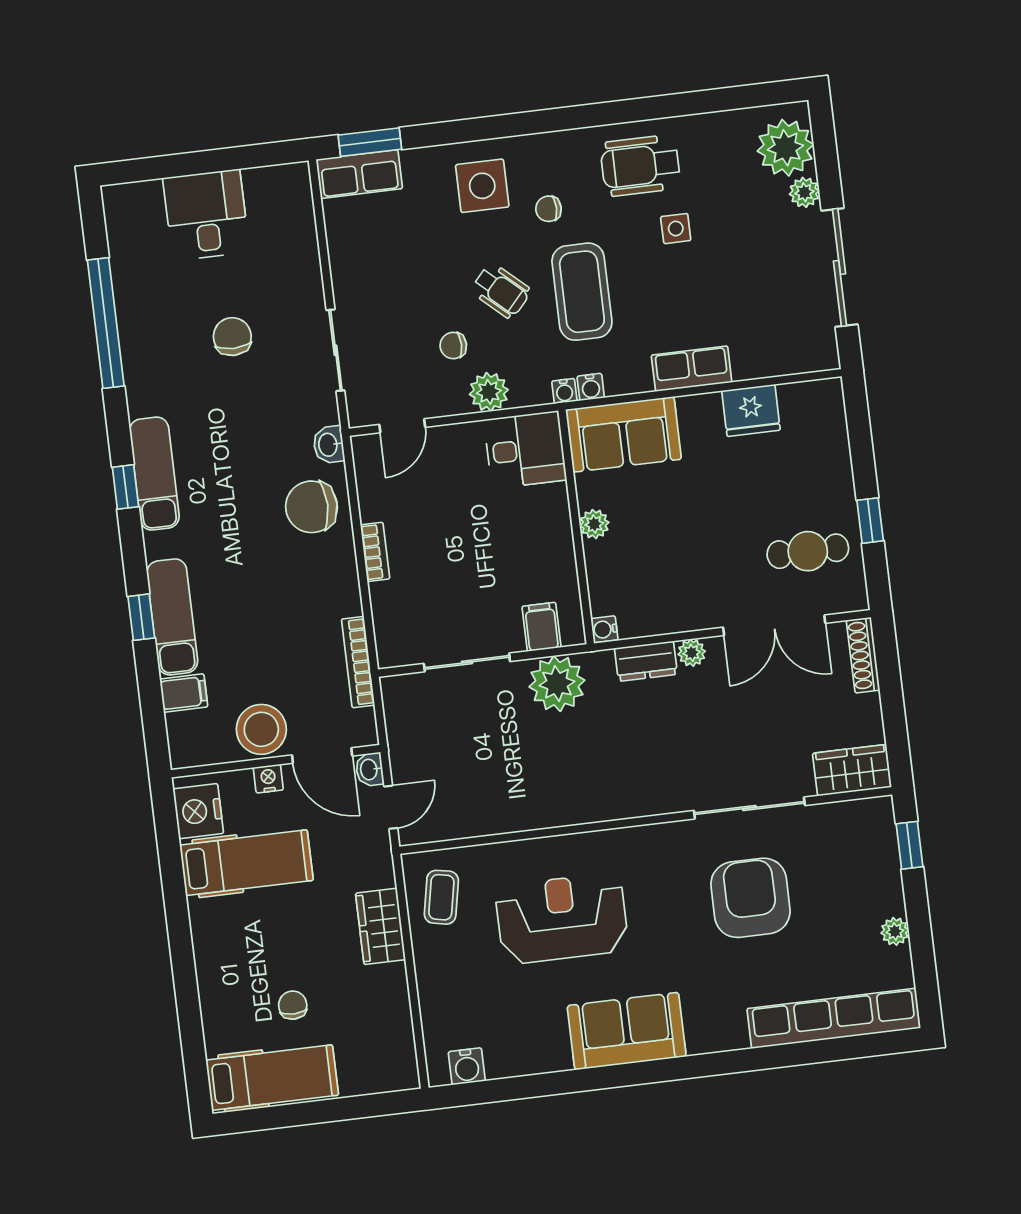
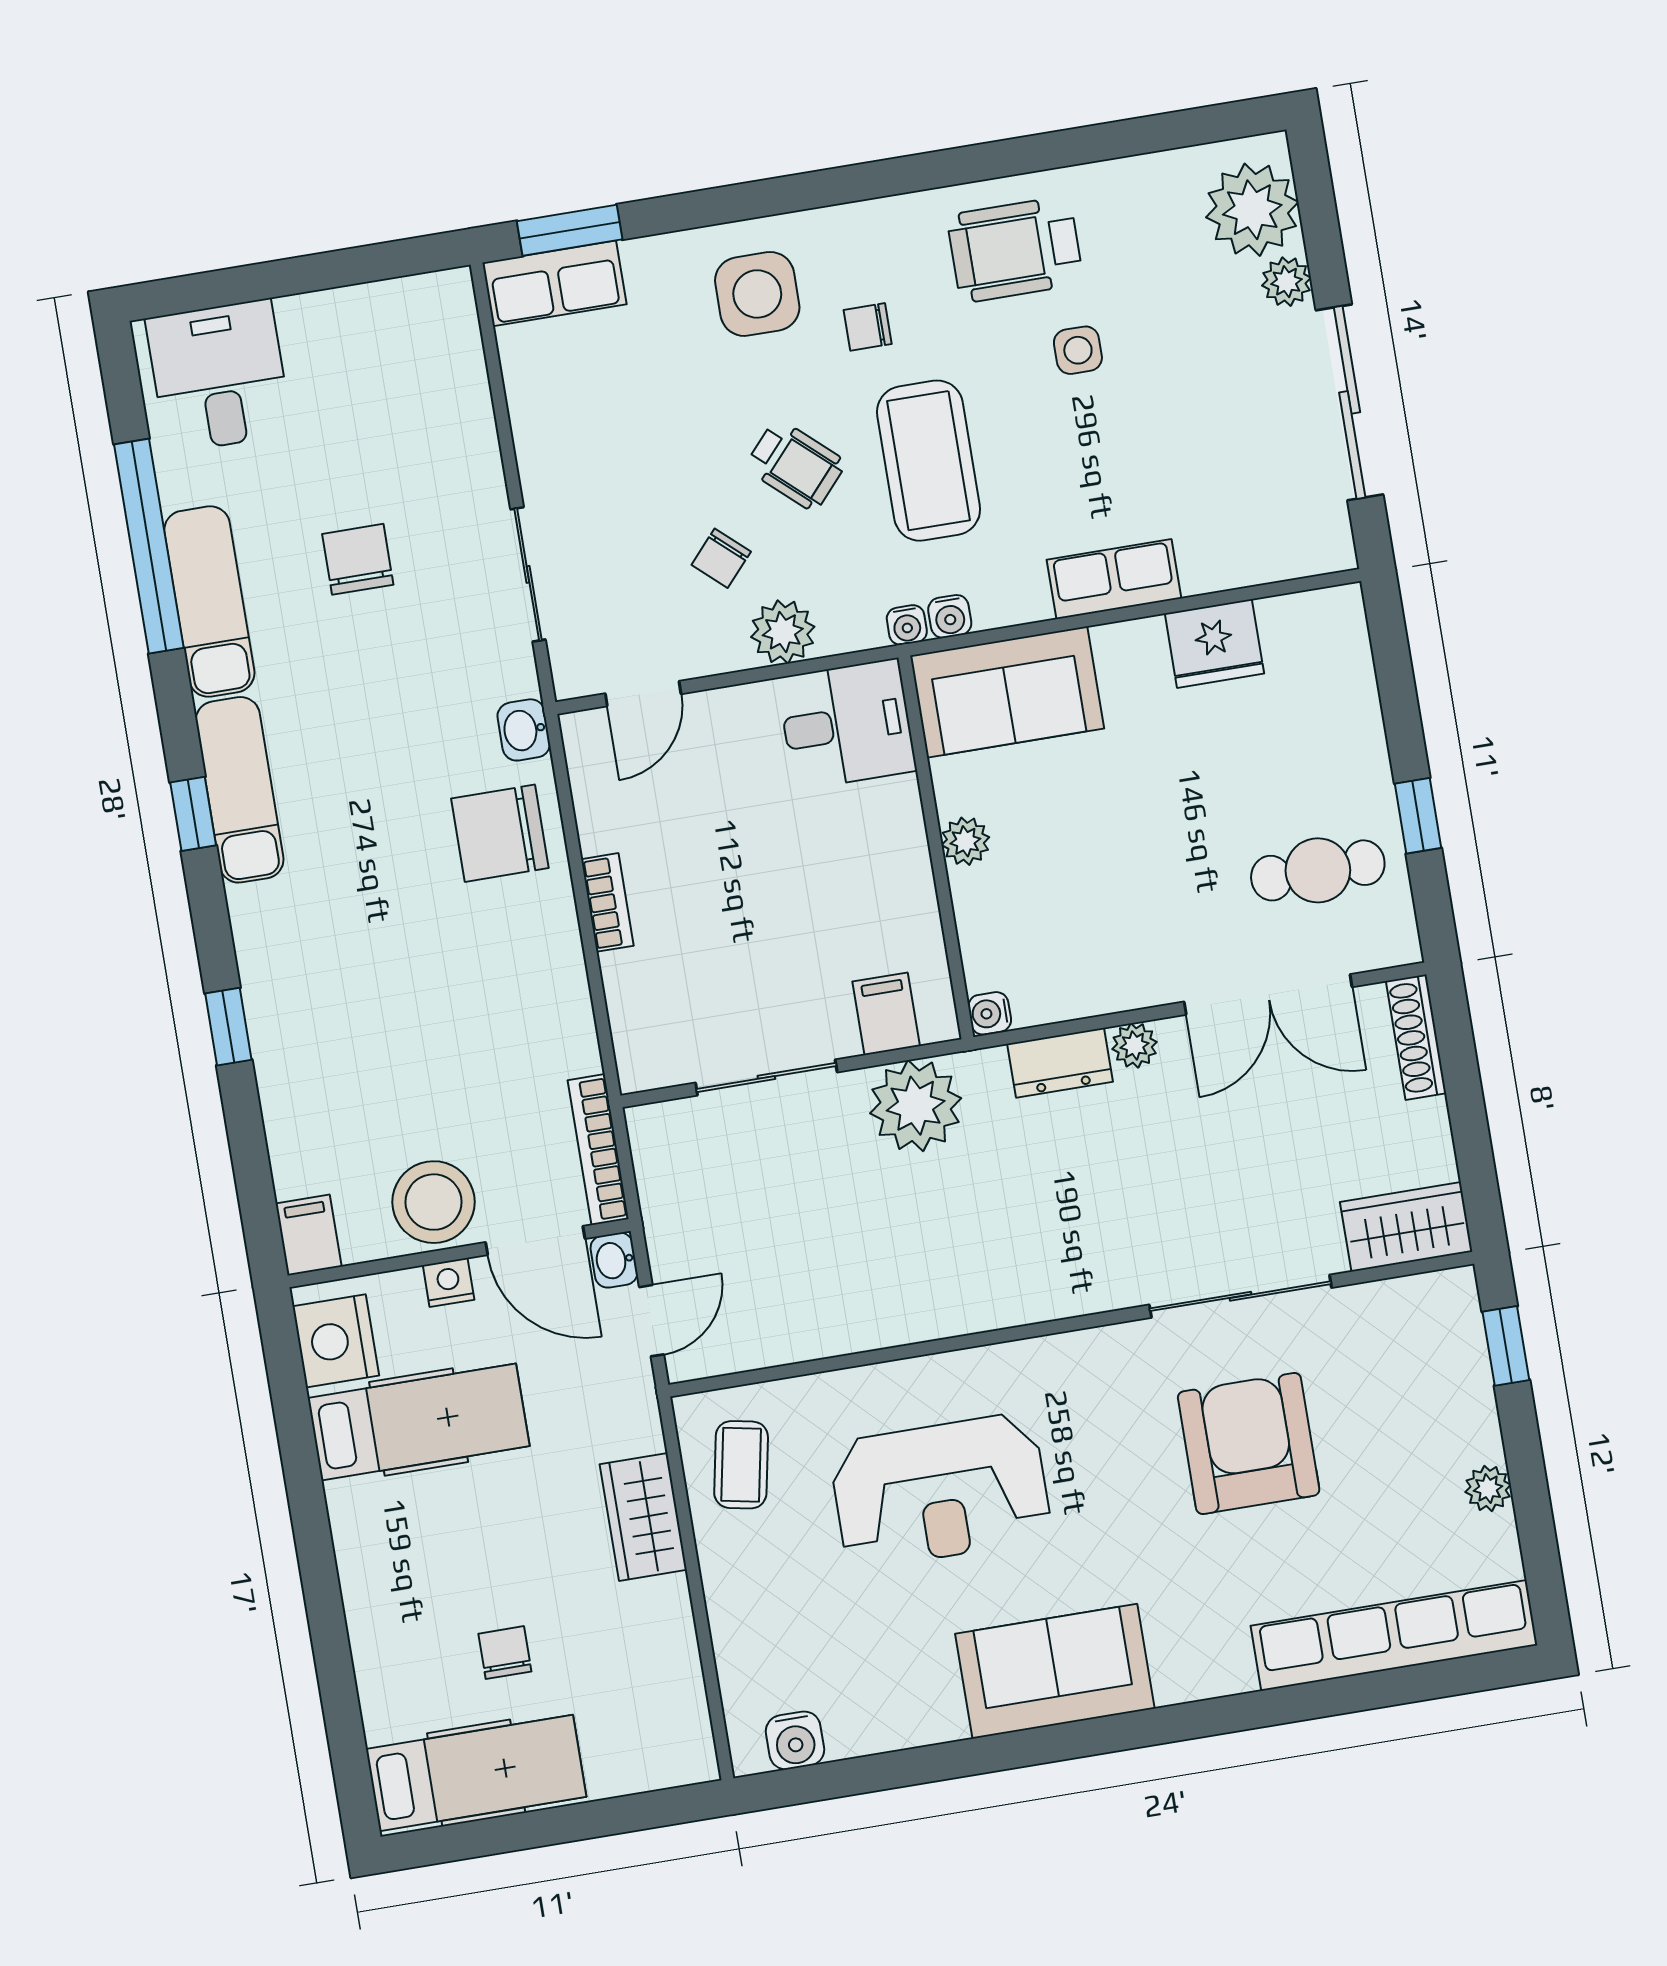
desk: (206, 215) -> (219, 376), moved
chair: (453, 346) -> (721, 558), turned -48
exam couch: (172, 617) -> (209, 602), moved
bookcase: (358, 662) -> (598, 1150), moved
filing cabinet: (184, 693) -> (309, 1235), moved, turned -90
reception desk: (562, 918) -> (940, 1491), turned 180

